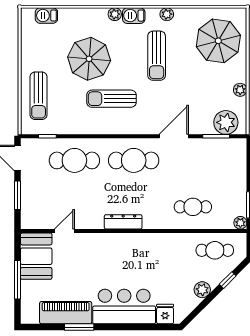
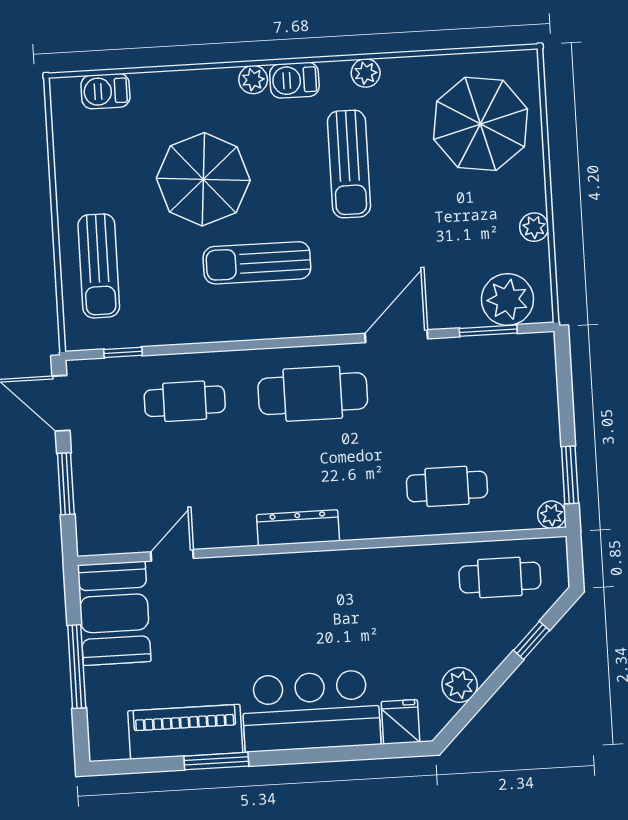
cafe table: (74, 160) -> (185, 401), width x0.73, depth x0.74
plant: (202, 290) -> (460, 685), moved

